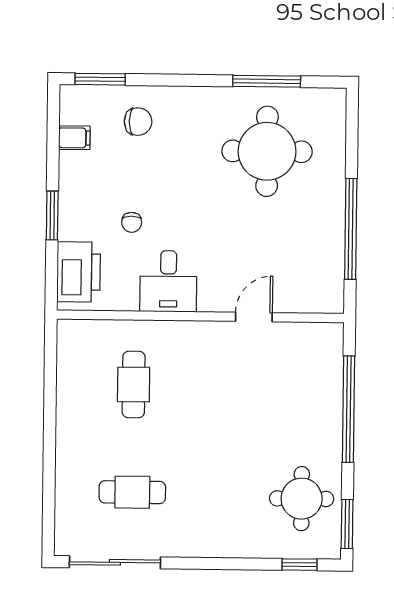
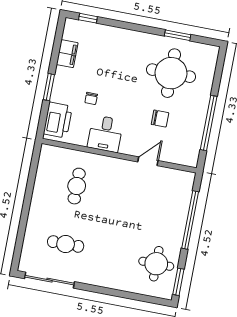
window: (100, 79) -> (88, 18), width x0.67
window: (267, 81) -> (178, 35), width x0.69
chair: (138, 122) -> (160, 119), moved
filing cabinet: (74, 138) -> (67, 54), width x2.00
window: (300, 565) -> (149, 299), removed

